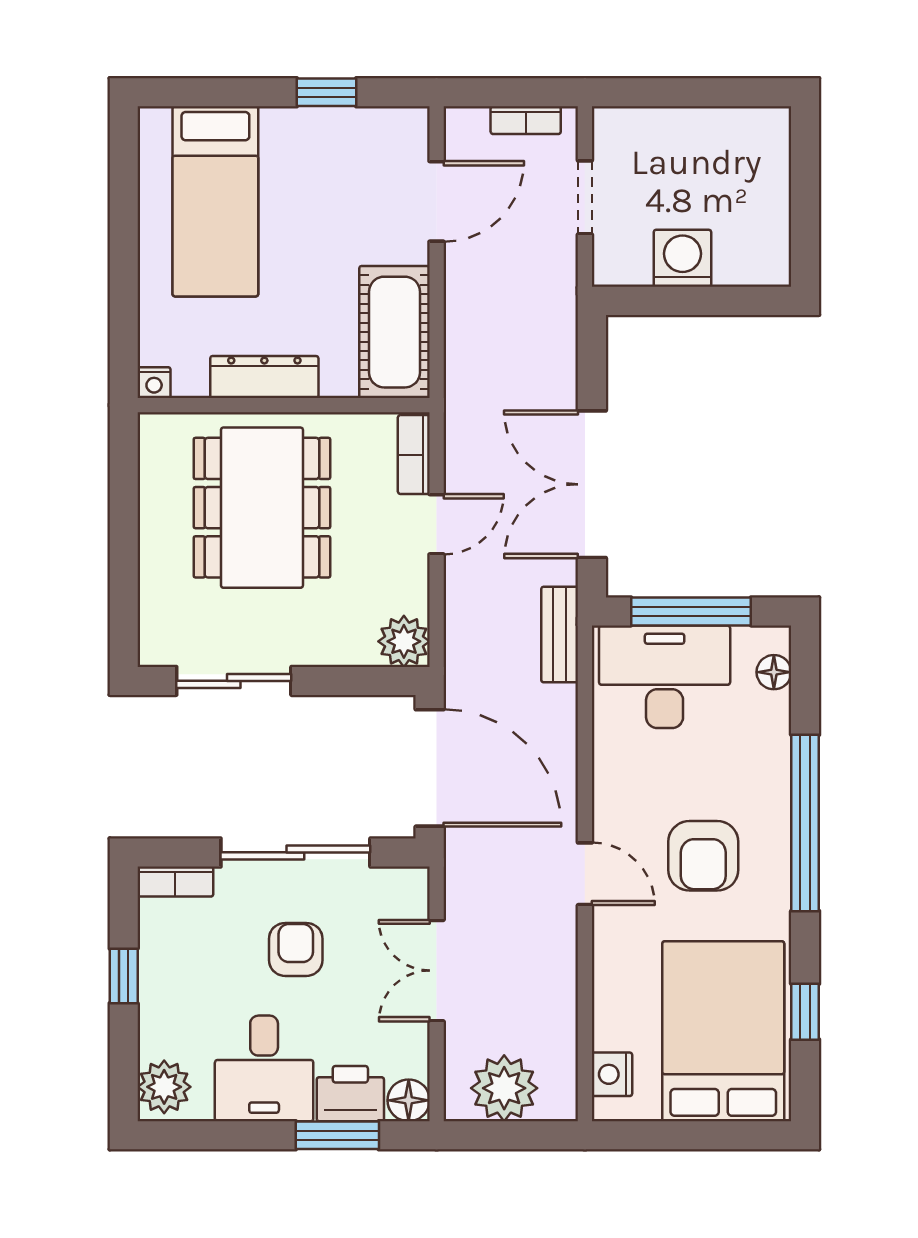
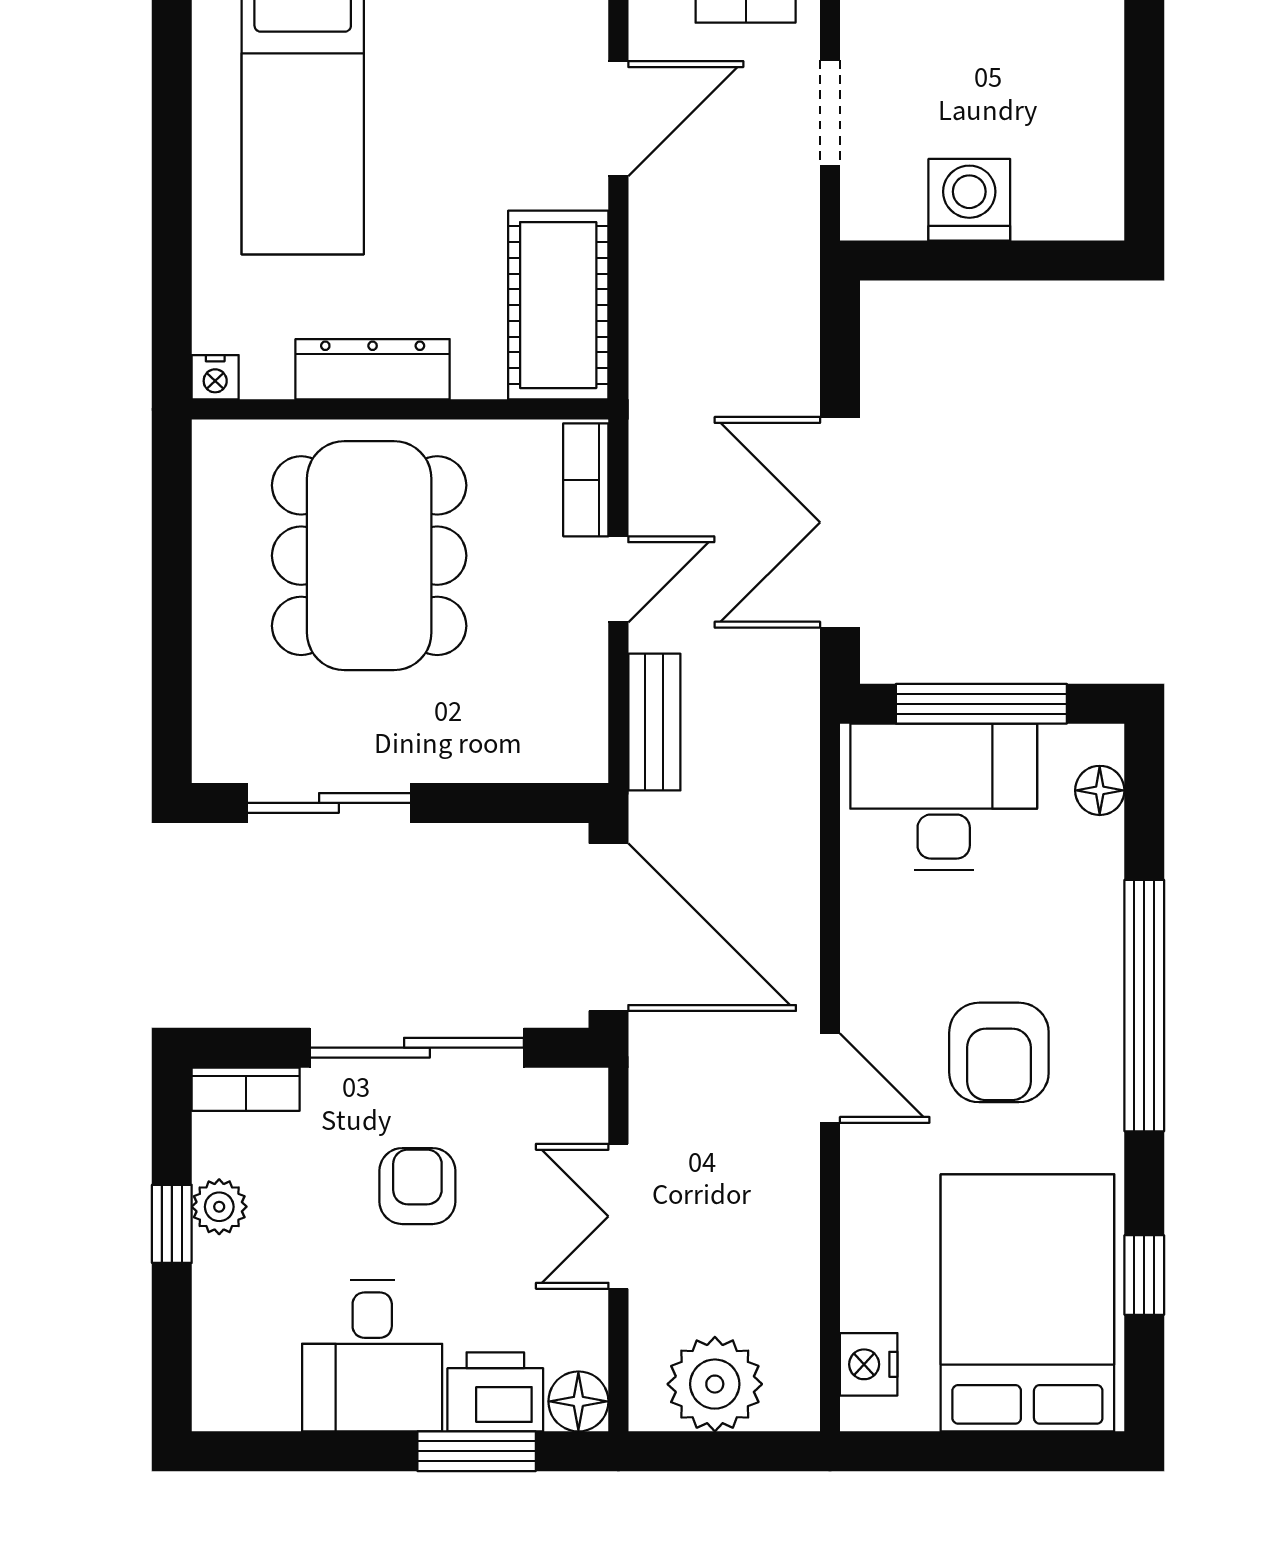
bench: (560, 635) -> (654, 722), moved
plant: (404, 641) -> (572, 746), removed
plant: (164, 1087) -> (219, 1207), moved, width x0.73, depth x0.73

